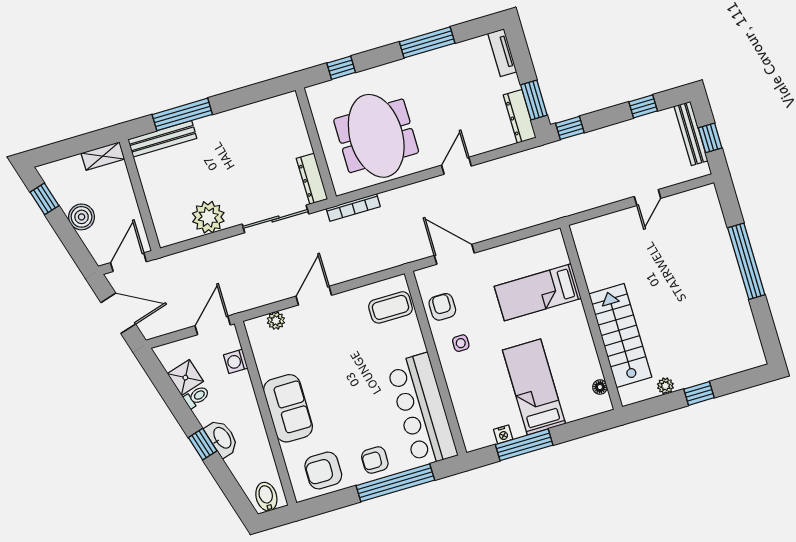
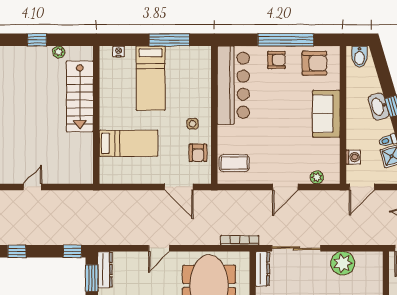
floor lamp: (600, 387) -> (105, 65), removed
nightstand: (503, 434) -> (119, 51), moved
window: (395, 483) -> (286, 40), moved

